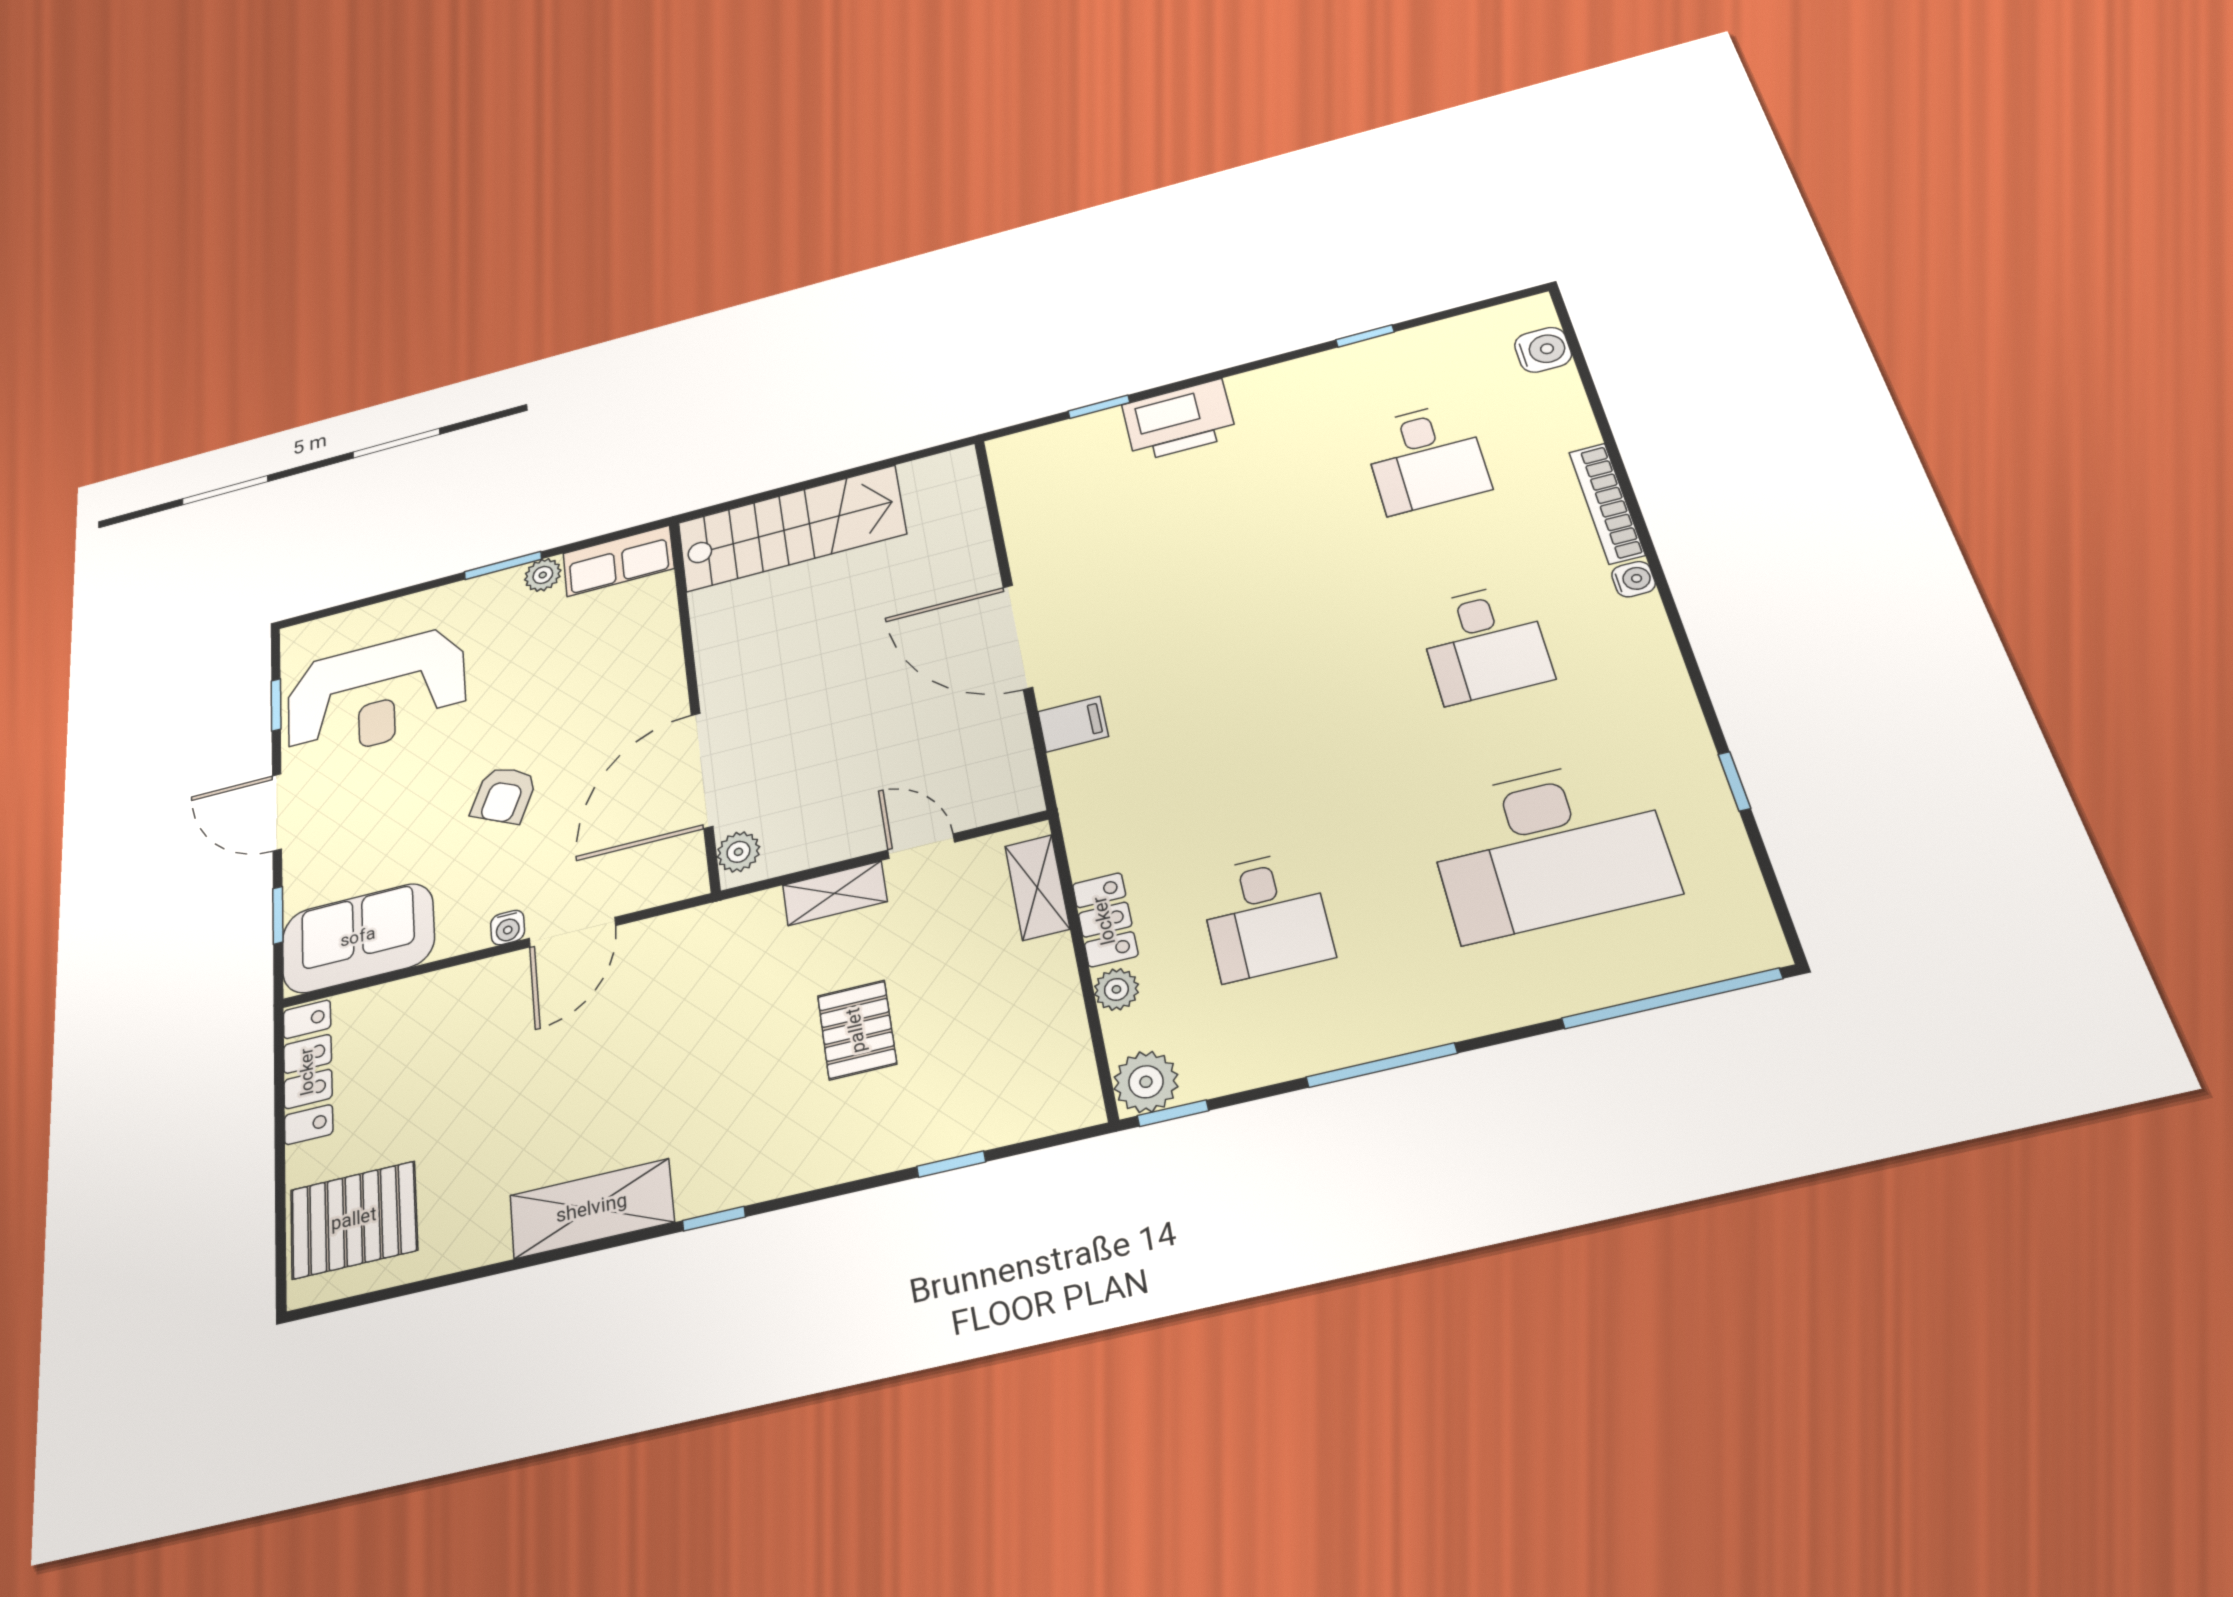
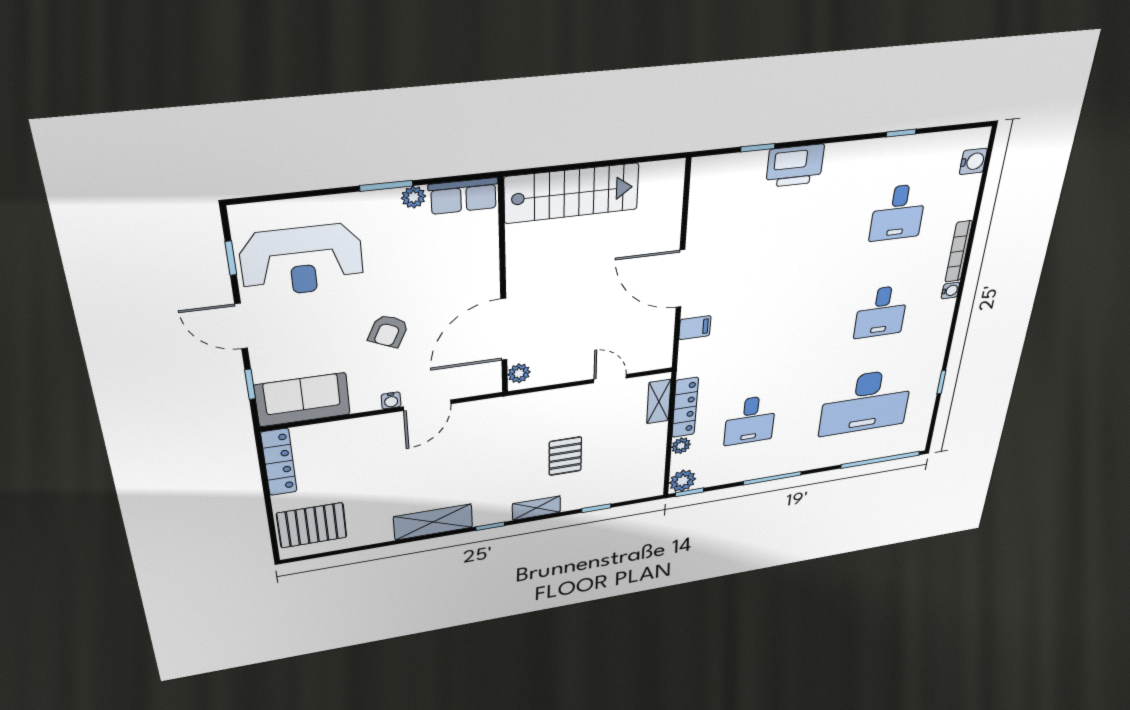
shelving: (835, 893) -> (536, 508), moved
locker: (1105, 920) -> (685, 408), width x1.53

